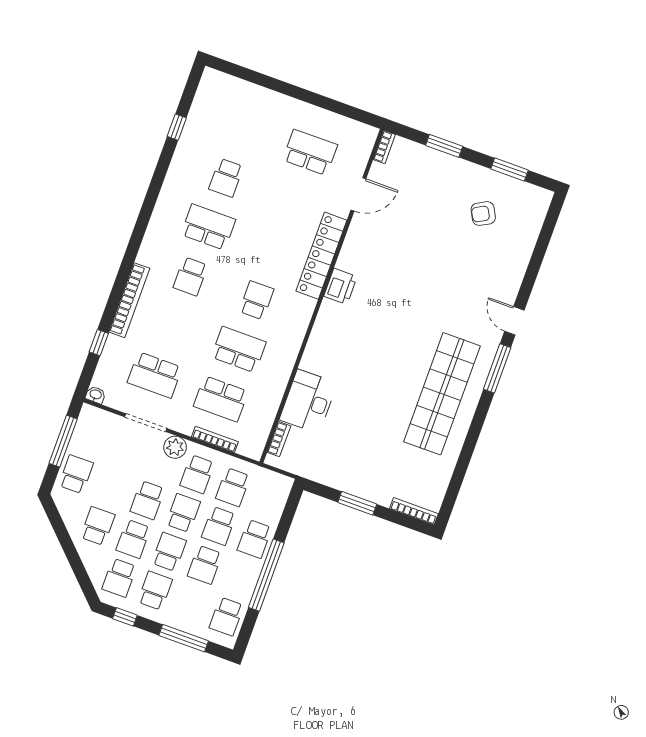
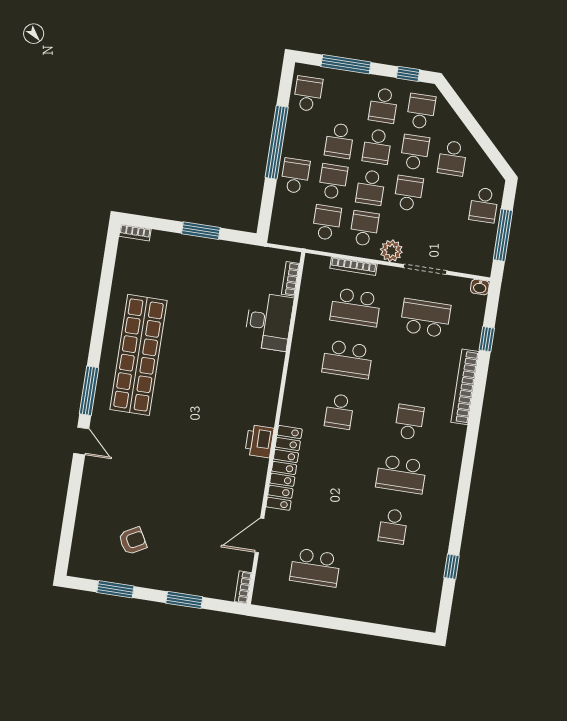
school desk: (226, 178) -> (393, 526), turned 180
school desk: (221, 399) -> (356, 307), turned 180
bookcase: (414, 511) -> (135, 233), width x0.64
school desk: (205, 565) -> (339, 141), turned 180

